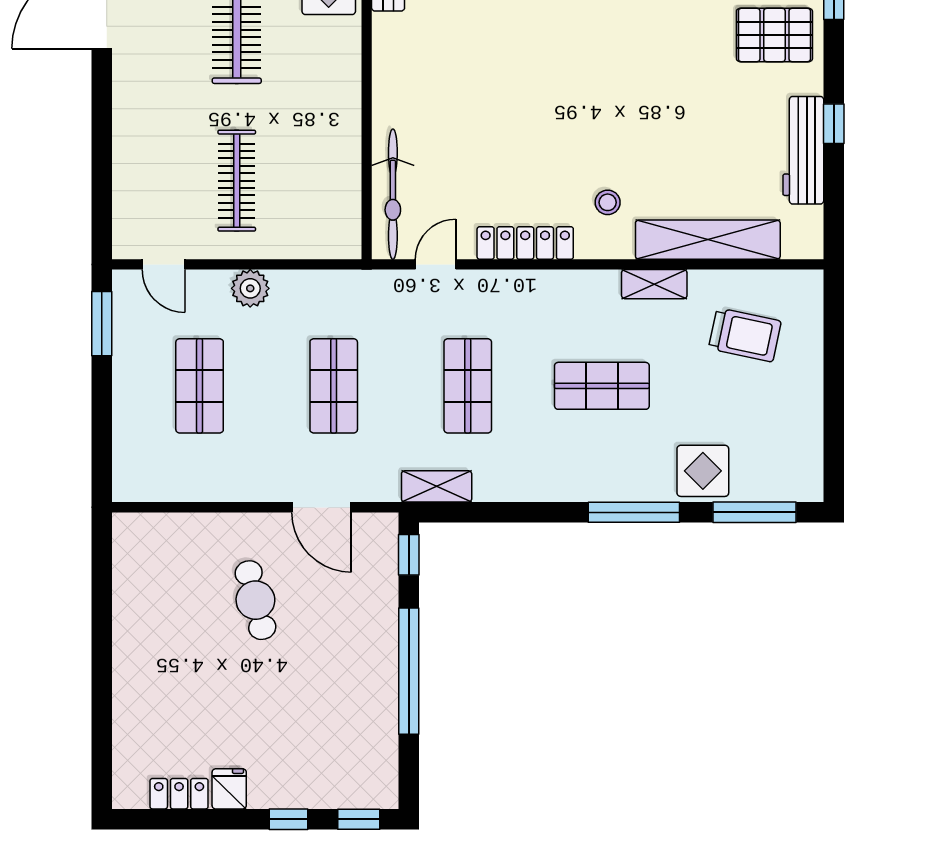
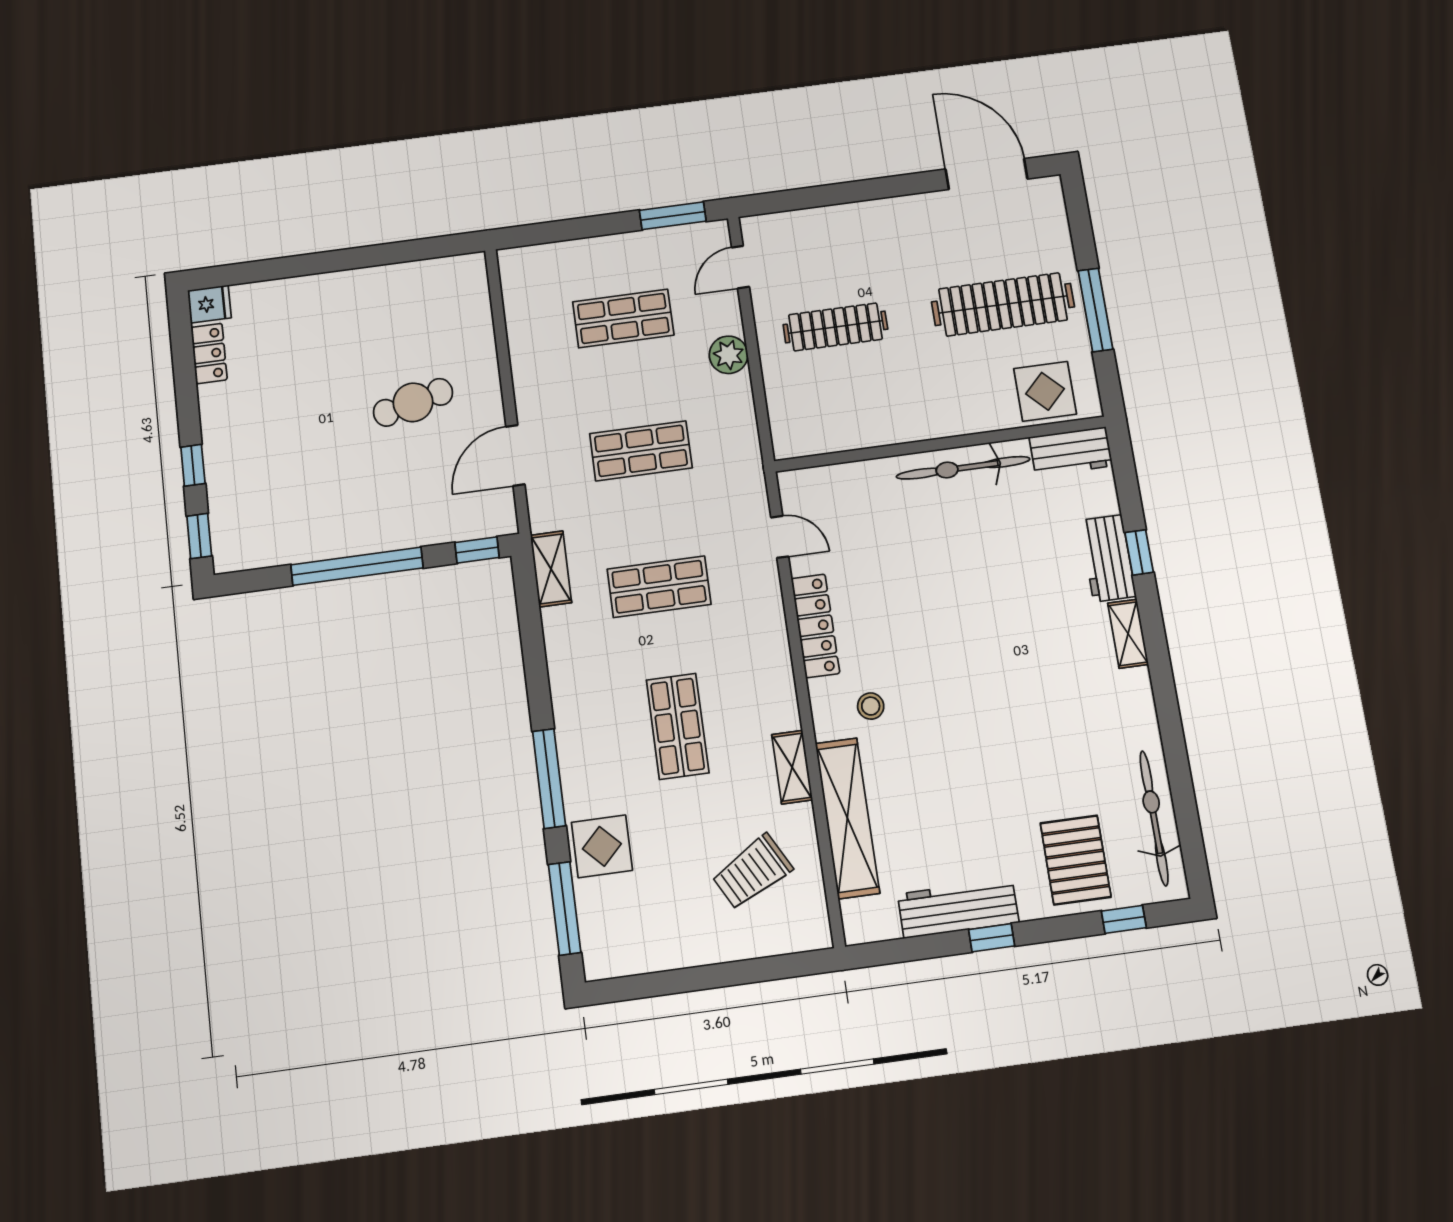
bicycle: (393, 194) -> (963, 468), moved
trolley: (745, 335) -> (752, 872), turned 49
fridge: (229, 789) -> (209, 304), moved

